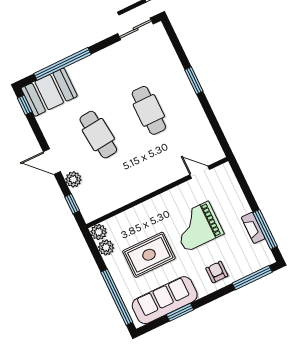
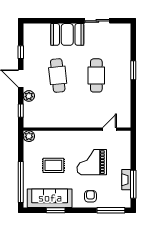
sliding door: (136, 29) -> (97, 21), moved
window: (62, 64) -> (56, 21), removed
booth: (49, 92) -> (67, 34), moved
window: (25, 105) -> (21, 52), moved
door: (200, 172) -> (110, 129), hinge flipped
plant: (106, 247) -> (29, 148), removed
rug: (149, 255) -> (53, 165), width x0.73, depth x0.70

